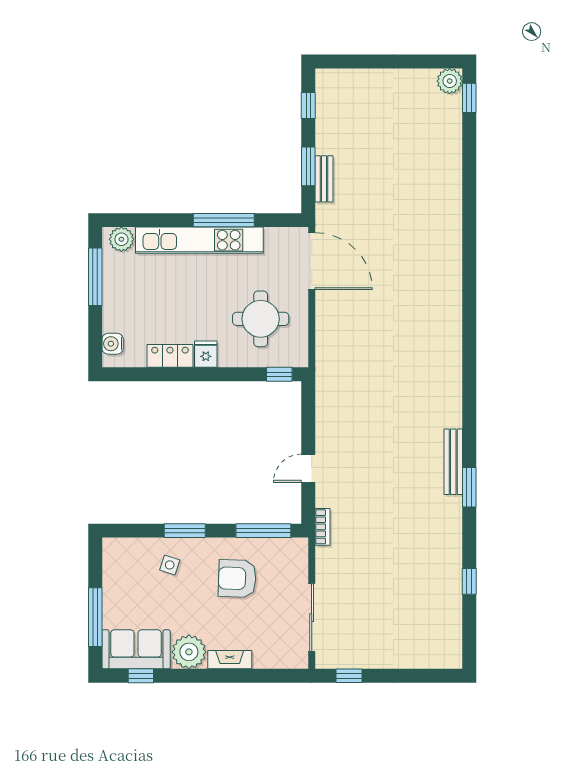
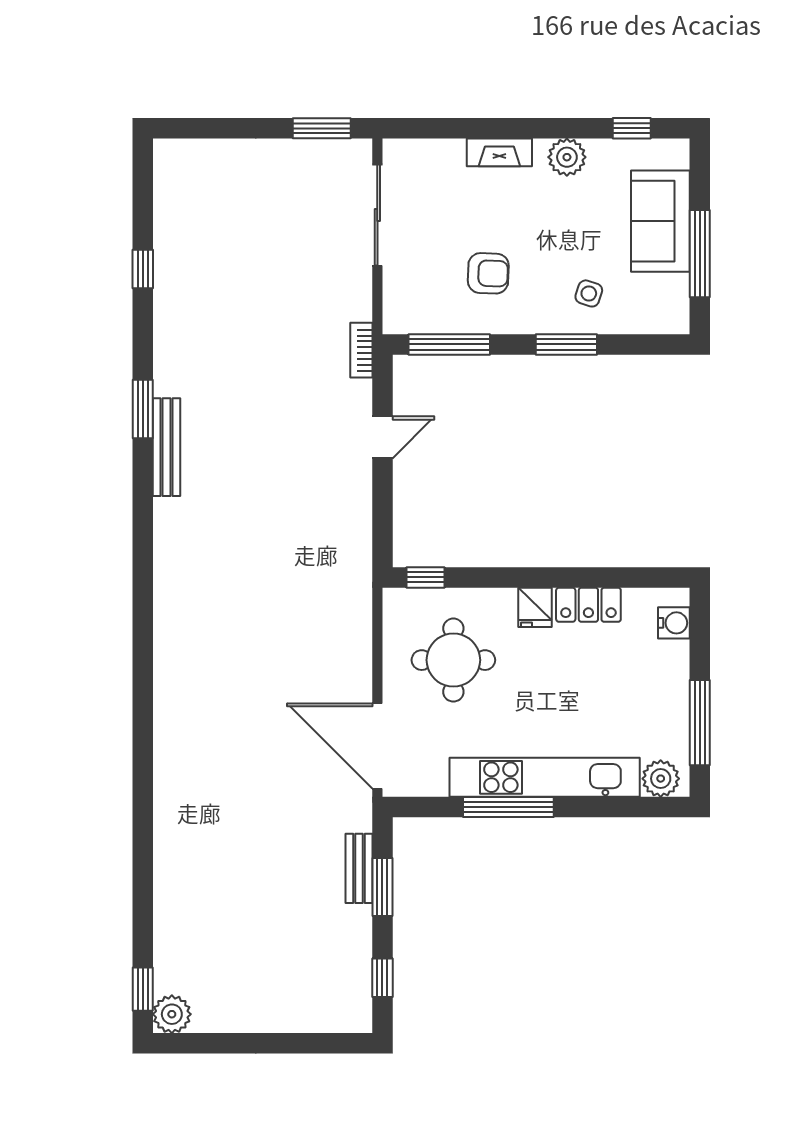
armchair: (237, 578) -> (488, 273), width x0.72, depth x0.72
window: (95, 617) -> (700, 254), moved
sofa: (136, 649) -> (660, 221), moved, turned 90
plant: (189, 652) -> (567, 157), width x0.73, depth x0.73
window: (349, 676) -> (322, 128), width x1.50

